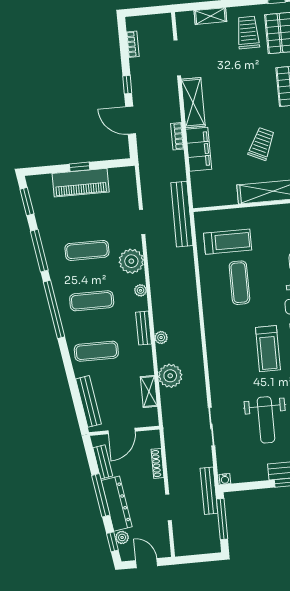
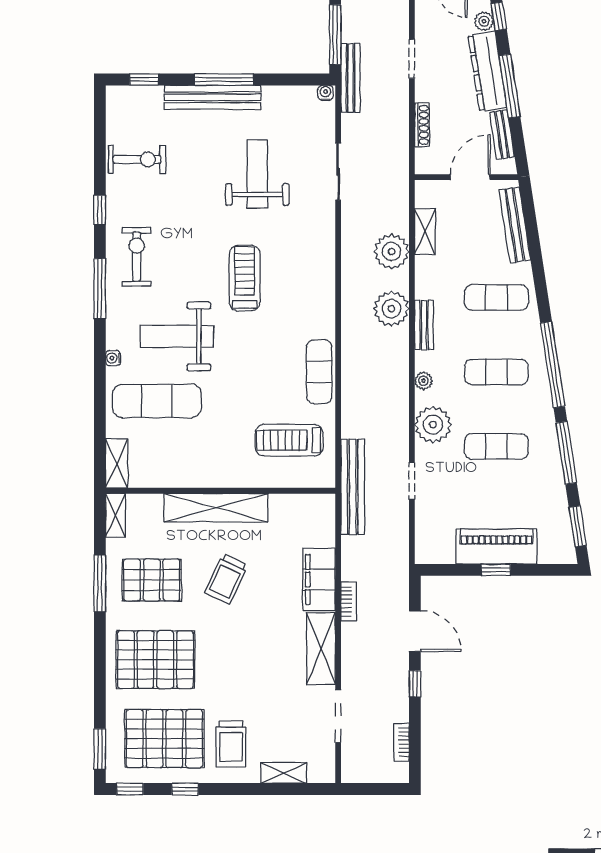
exercise mat: (239, 283) -> (319, 372), moved
plant: (161, 338) -> (391, 309), width x1.88, depth x1.88

